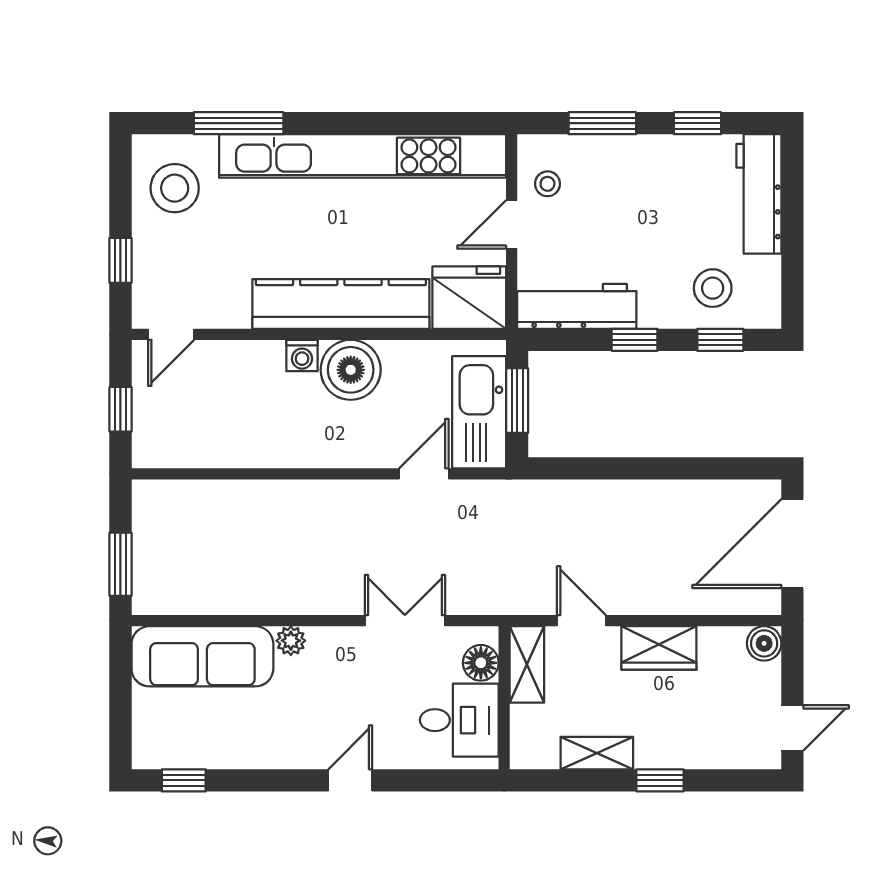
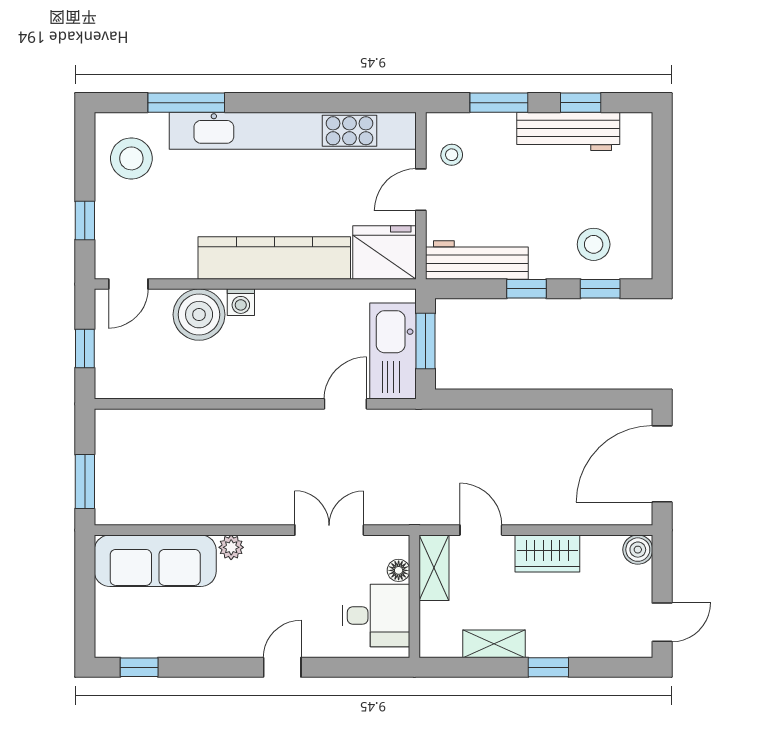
workbench: (759, 194) -> (568, 131), moved, turned -90
boiler: (351, 370) -> (199, 315), moved
floor lamp: (481, 663) -> (399, 570), width x0.73, depth x0.73

